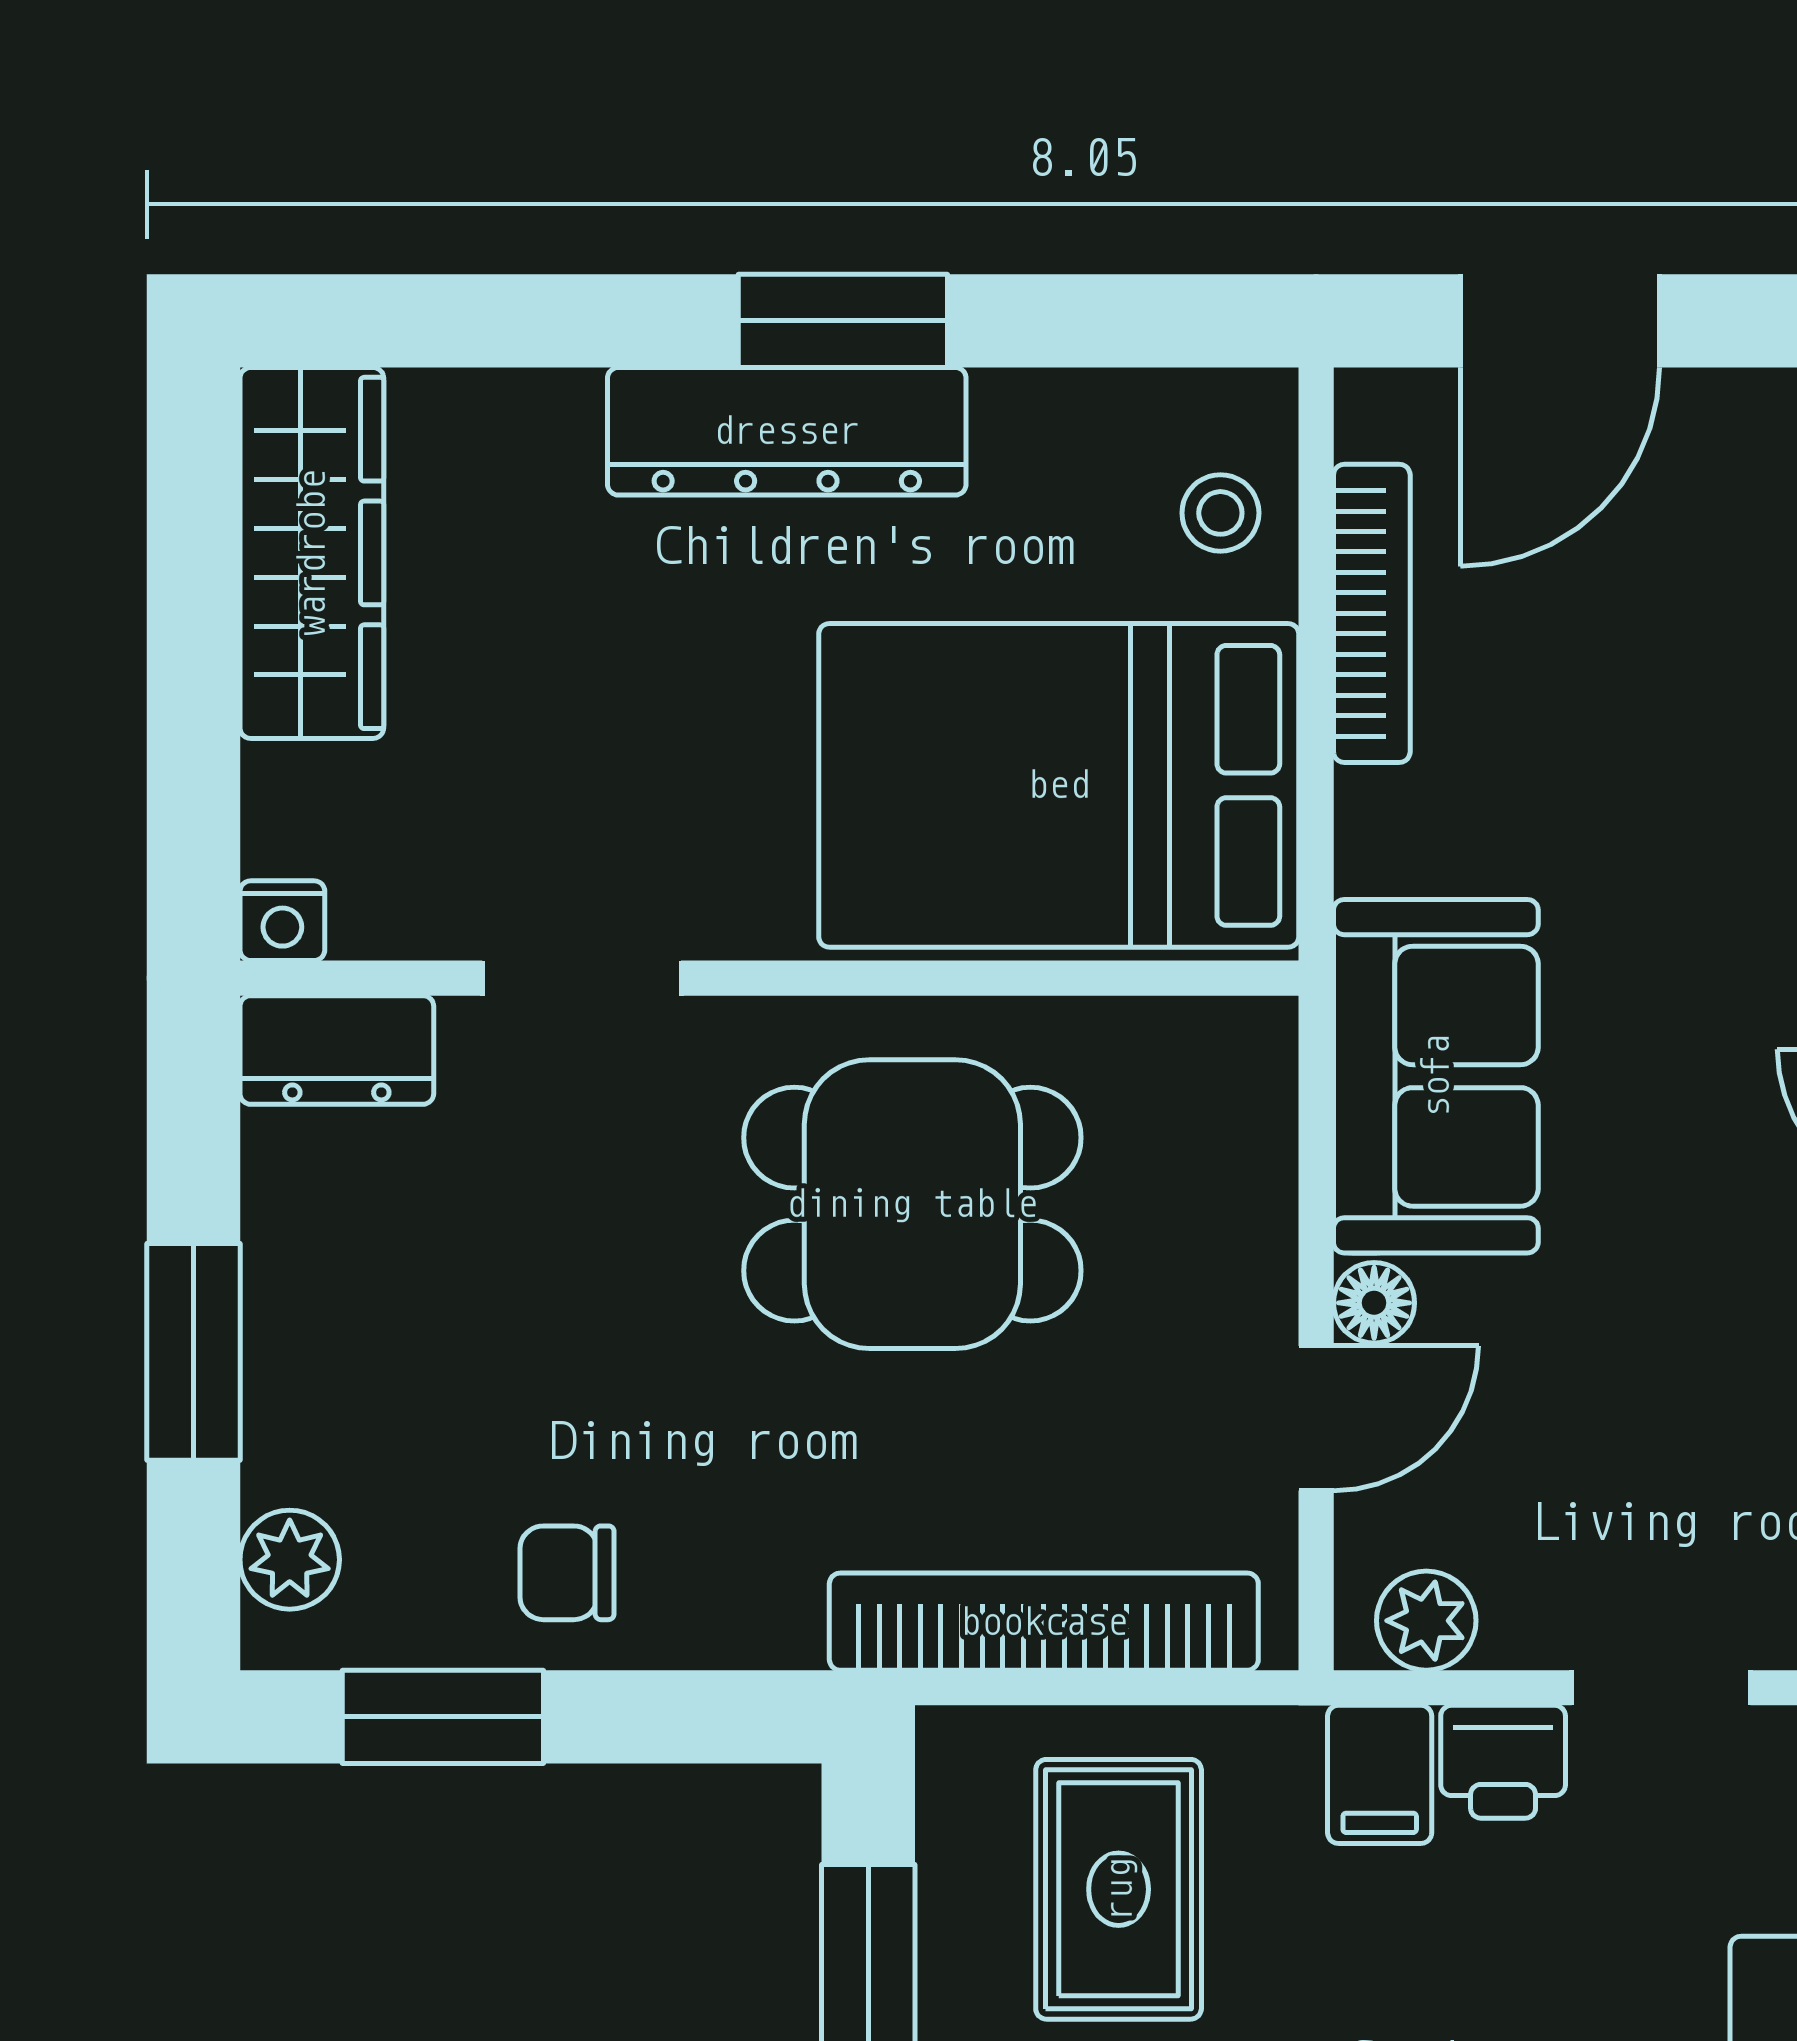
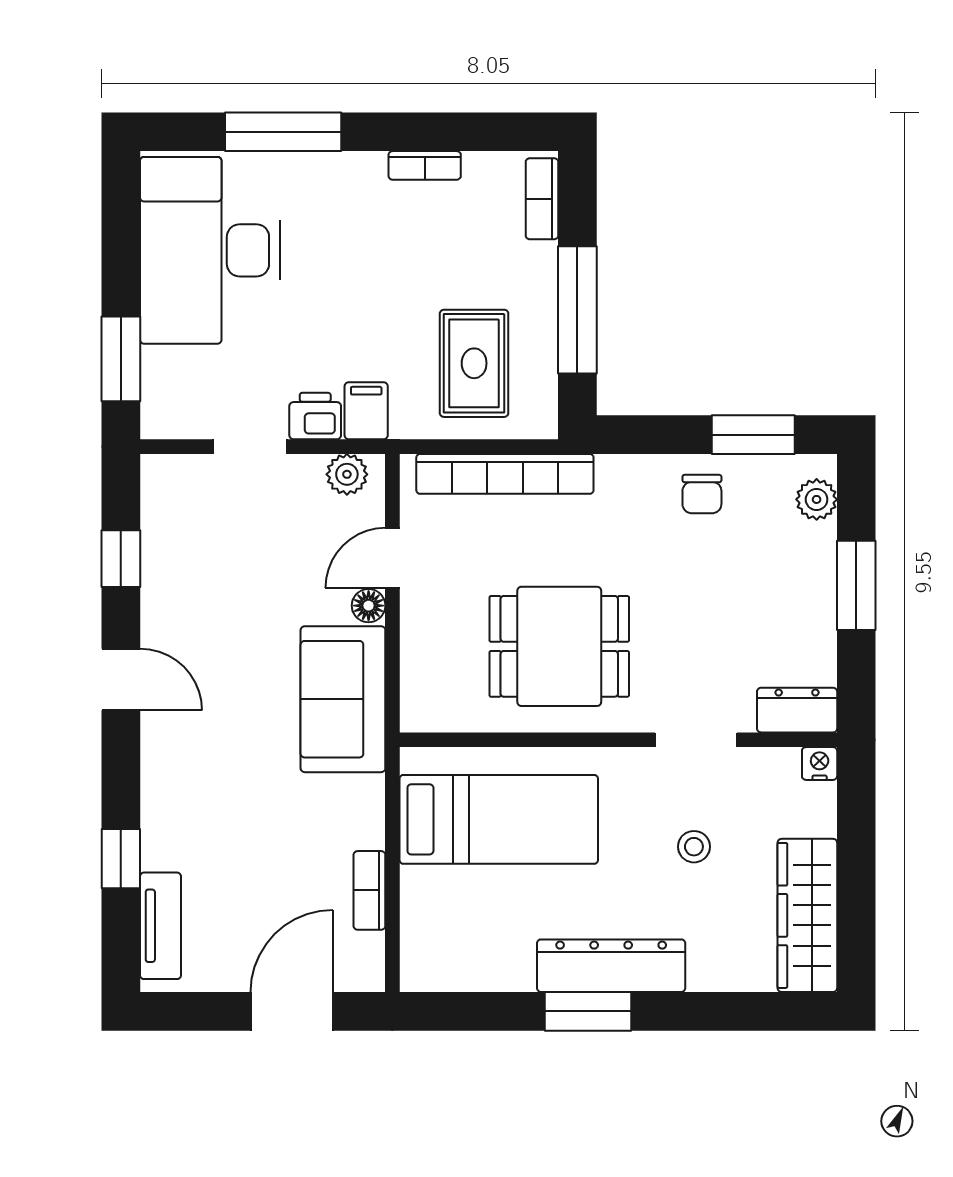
stool: (1220, 513) -> (694, 847), moved
bookcase: (1372, 613) -> (369, 890), width x0.64
bed: (1059, 785) -> (499, 819), width x0.67
chair: (567, 1573) -> (702, 494), turned 90

